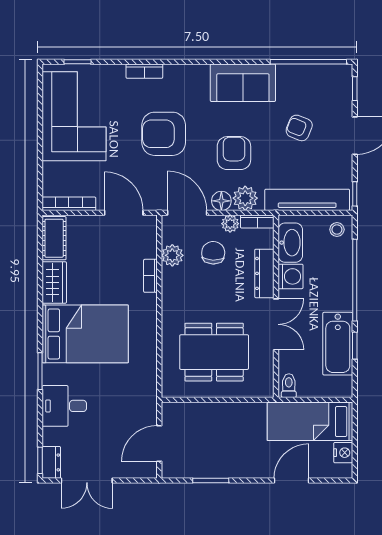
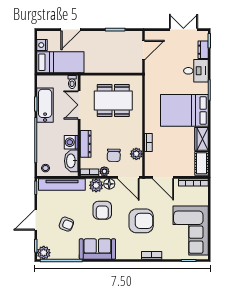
plant: (340, 76) -> (44, 253), added
double door: (276, 324) -> (79, 105), moved
dresser: (51, 462) -> (203, 50), moved

